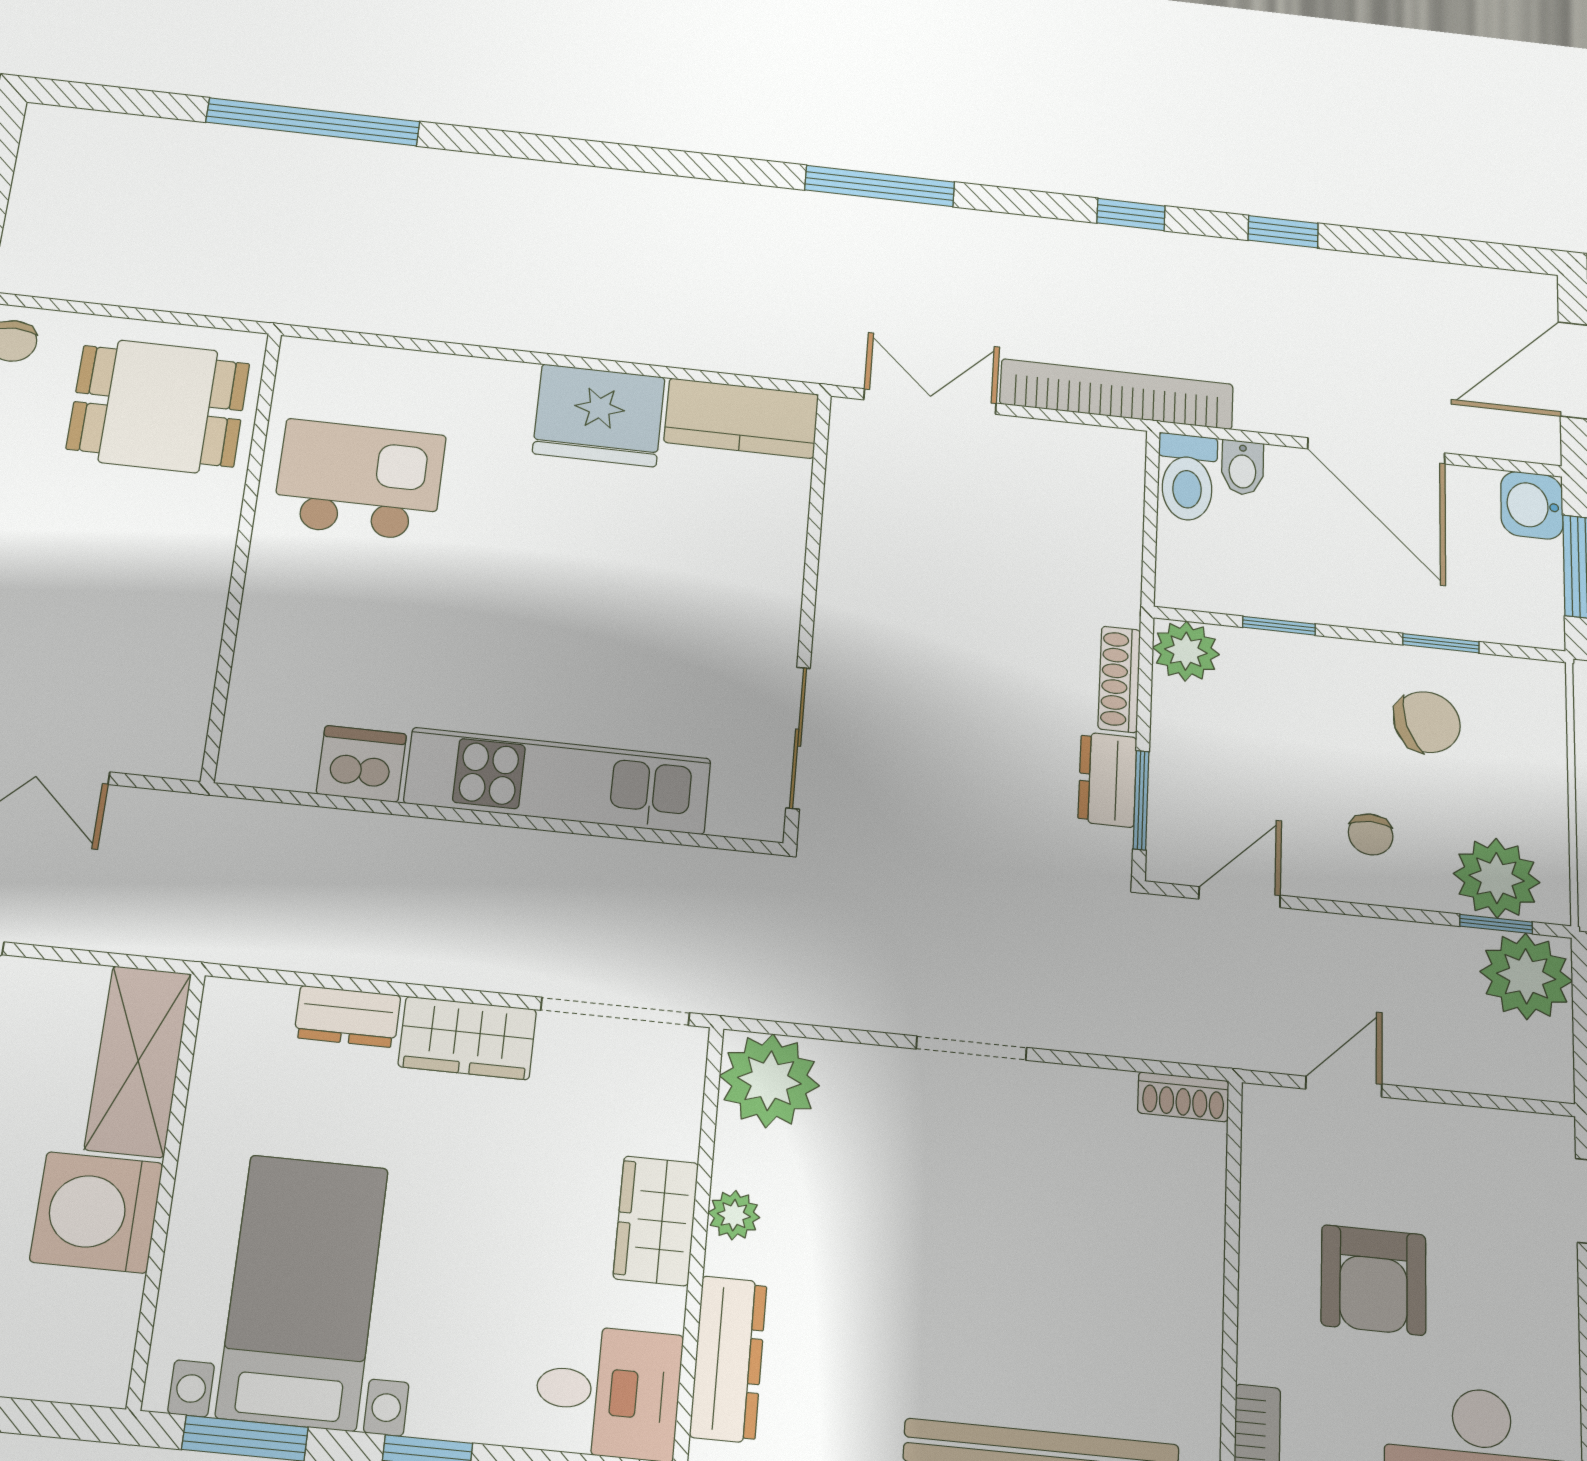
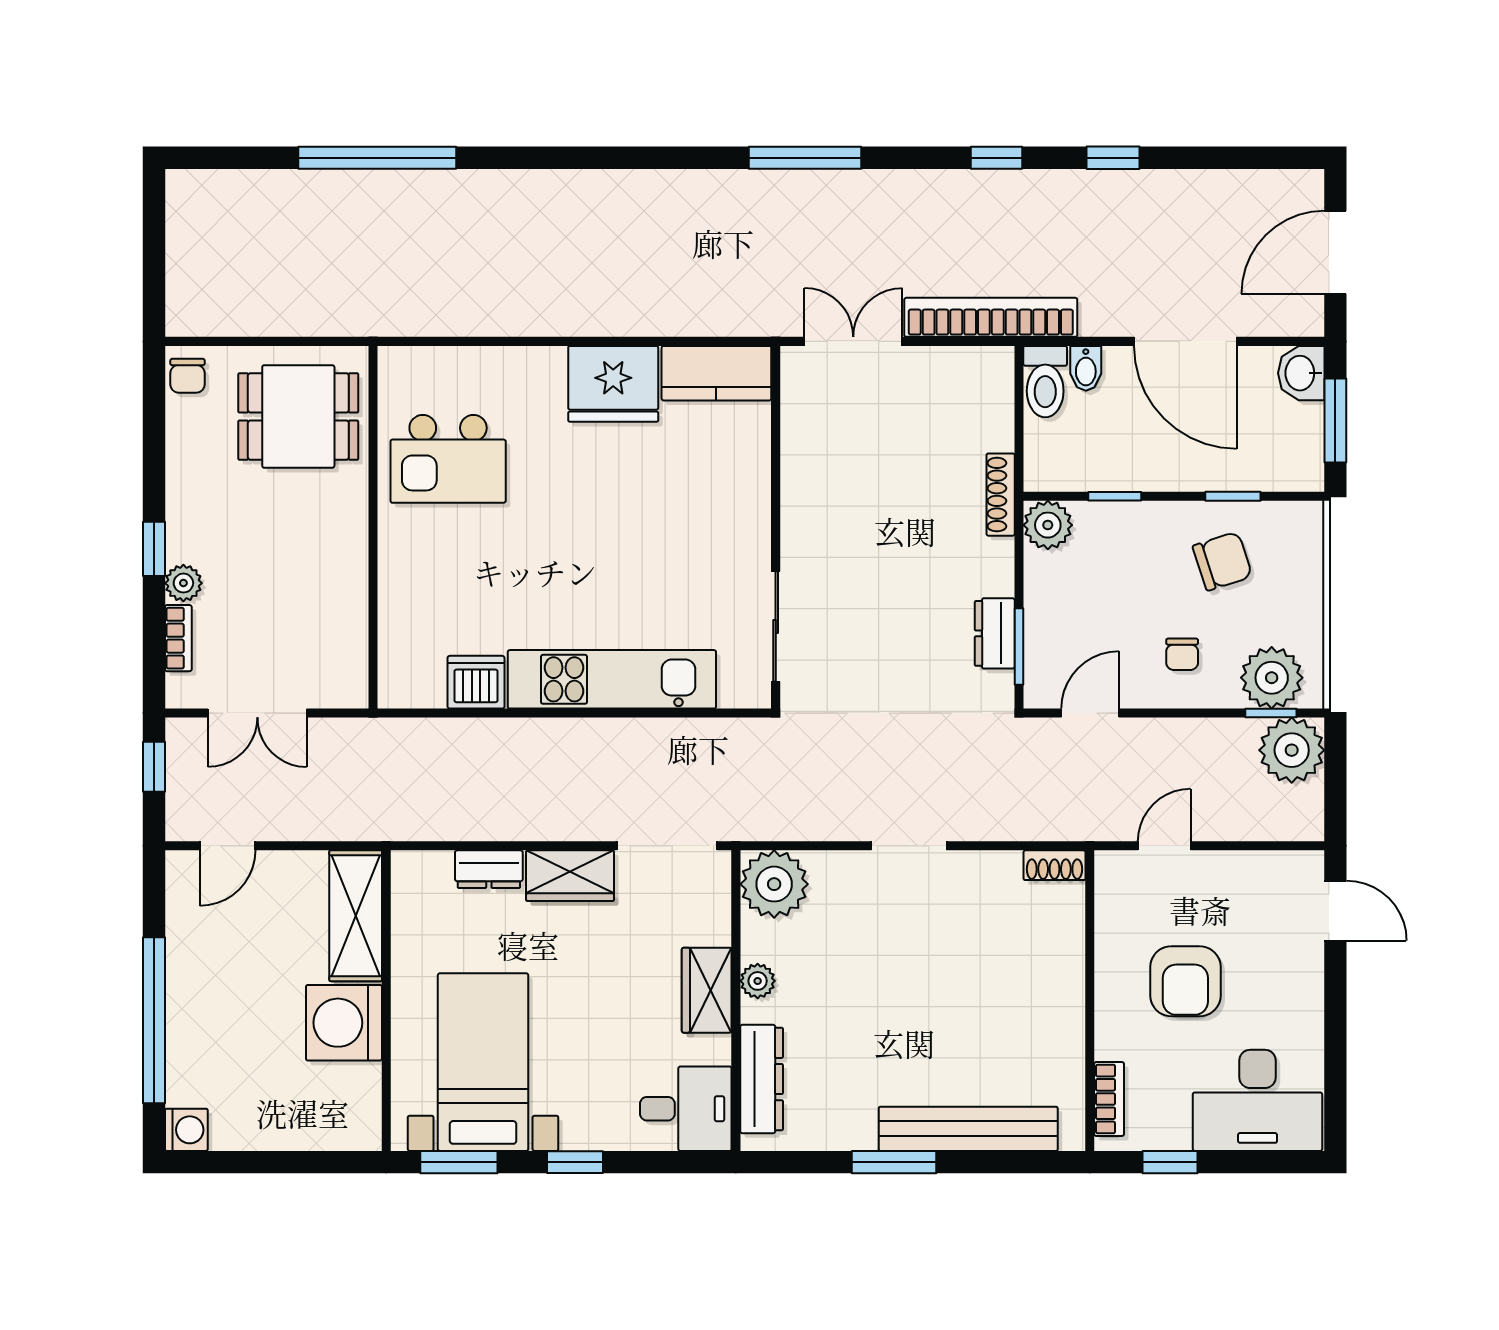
kitchen island: (359, 480) -> (448, 459), turned 180
shoe rack: (1119, 679) -> (1001, 495), moved

